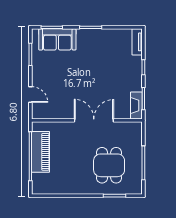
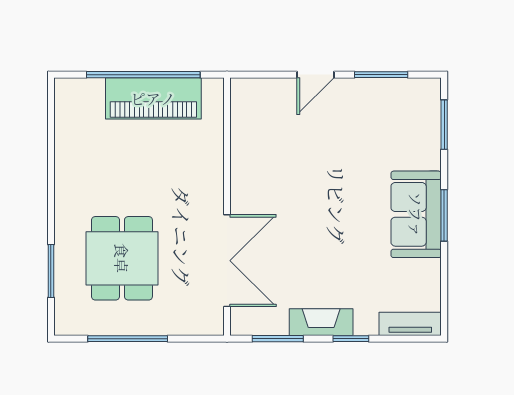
sofa: (57, 39) -> (416, 214), moved
door: (30, 94) -> (316, 75), moved
fireplace: (136, 105) -> (321, 322), moved
double door: (94, 120) -> (227, 261), moved
dining table: (109, 165) -> (122, 258), turned 90

